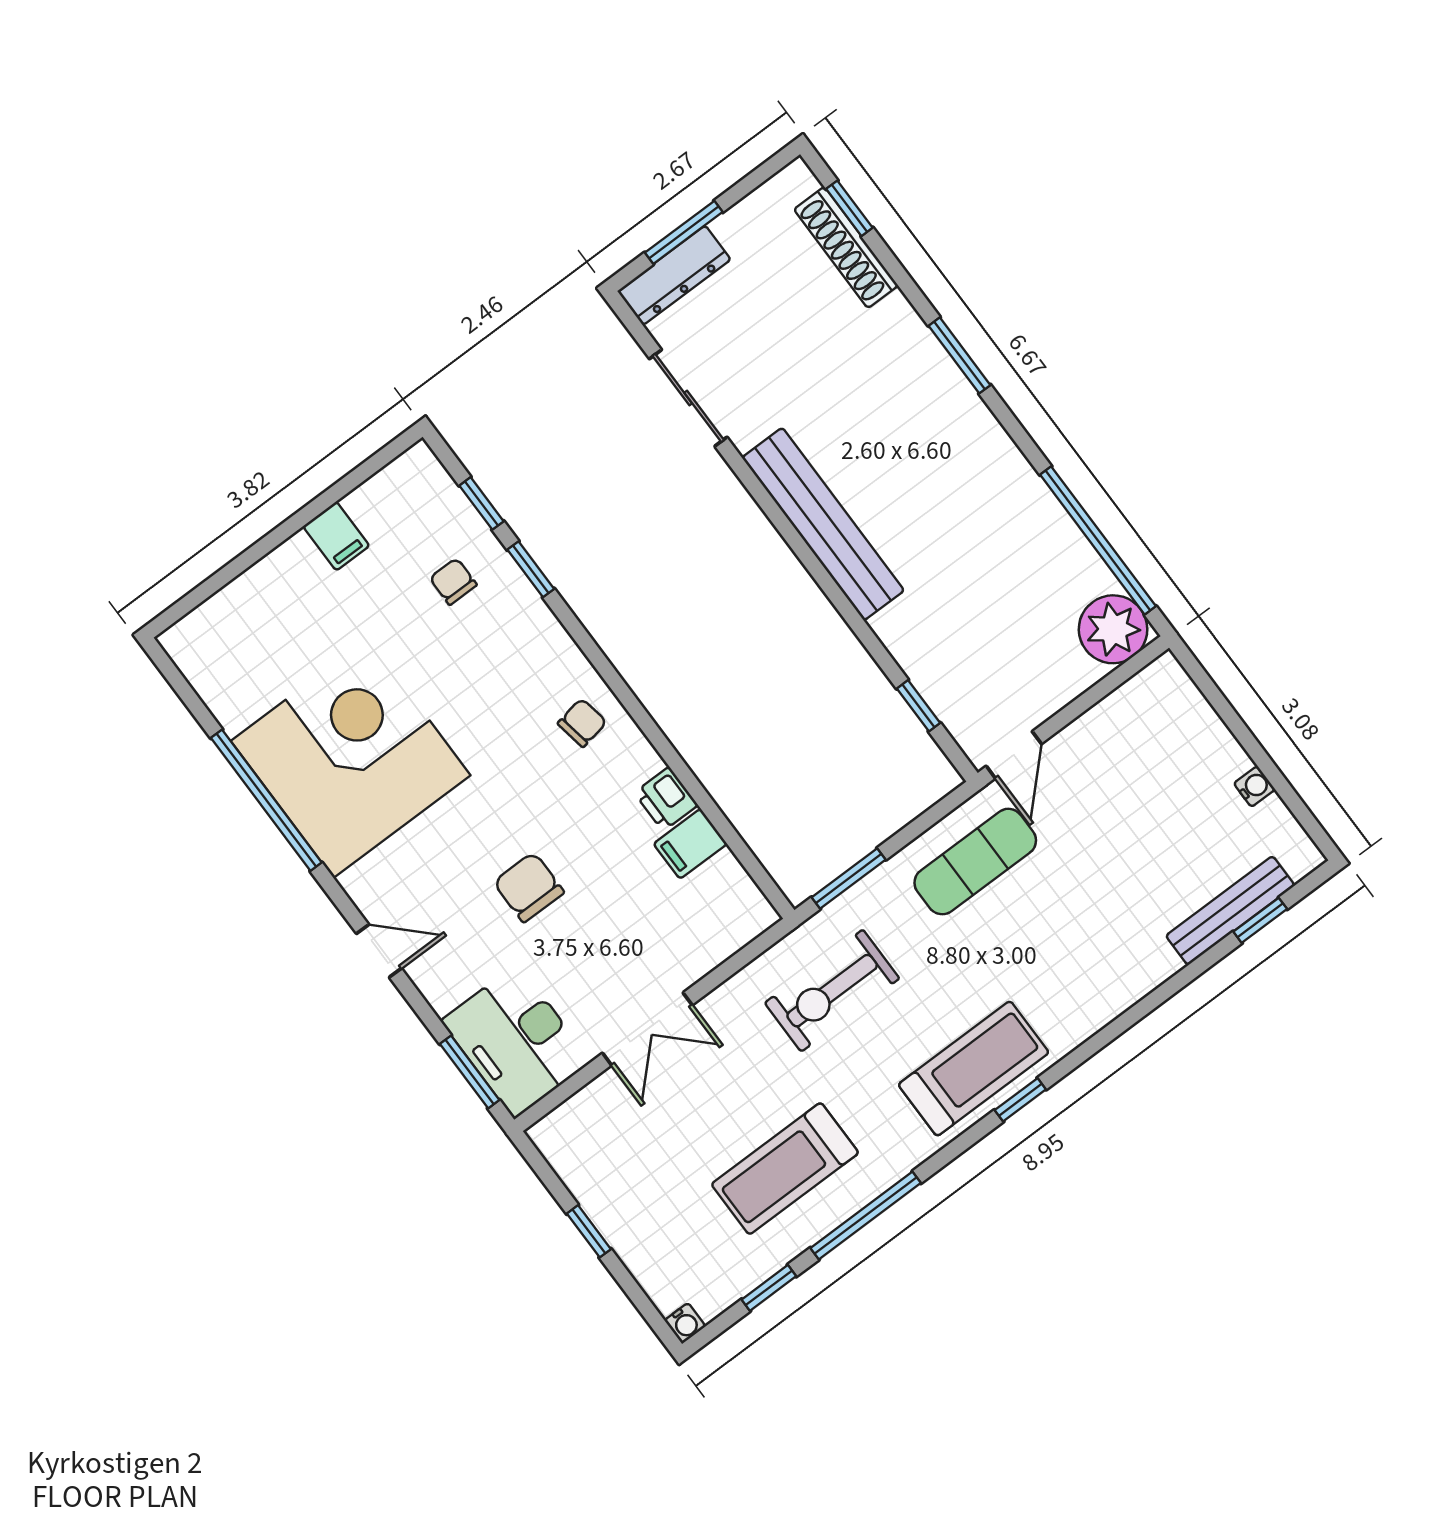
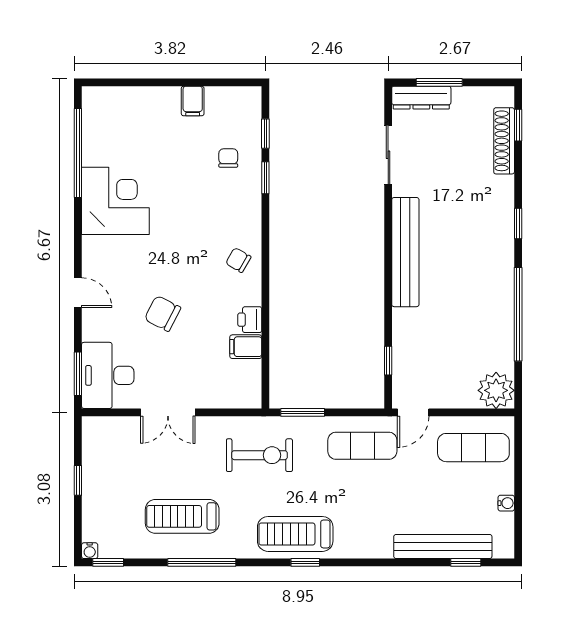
window: (960, 355) -> (518, 224), width x0.67
window: (1098, 540) -> (518, 314), moved
chair: (582, 723) -> (238, 260), turned -140
exercise mat: (1143, 740) -> (473, 448), added
corner desk: (351, 758) -> (115, 201), width x0.74, depth x0.74
window: (266, 800) -> (78, 153), moved
chair: (529, 887) -> (163, 313), turned -63
bench: (1230, 911) -> (443, 546), width x1.37, depth x1.21
exercise bike: (832, 991) -> (259, 455), turned 180
treadmill: (974, 1069) -> (295, 534), turned 180
window: (769, 1288) -> (108, 562), moved

